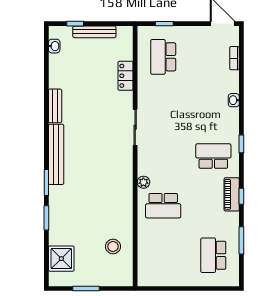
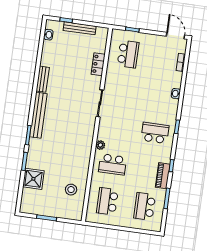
school desk: (163, 57) -> (128, 54), turned 180
piano: (232, 194) -> (163, 176), moved
school desk: (163, 255) -> (107, 201), added
shower: (61, 259) -> (33, 179), moved

